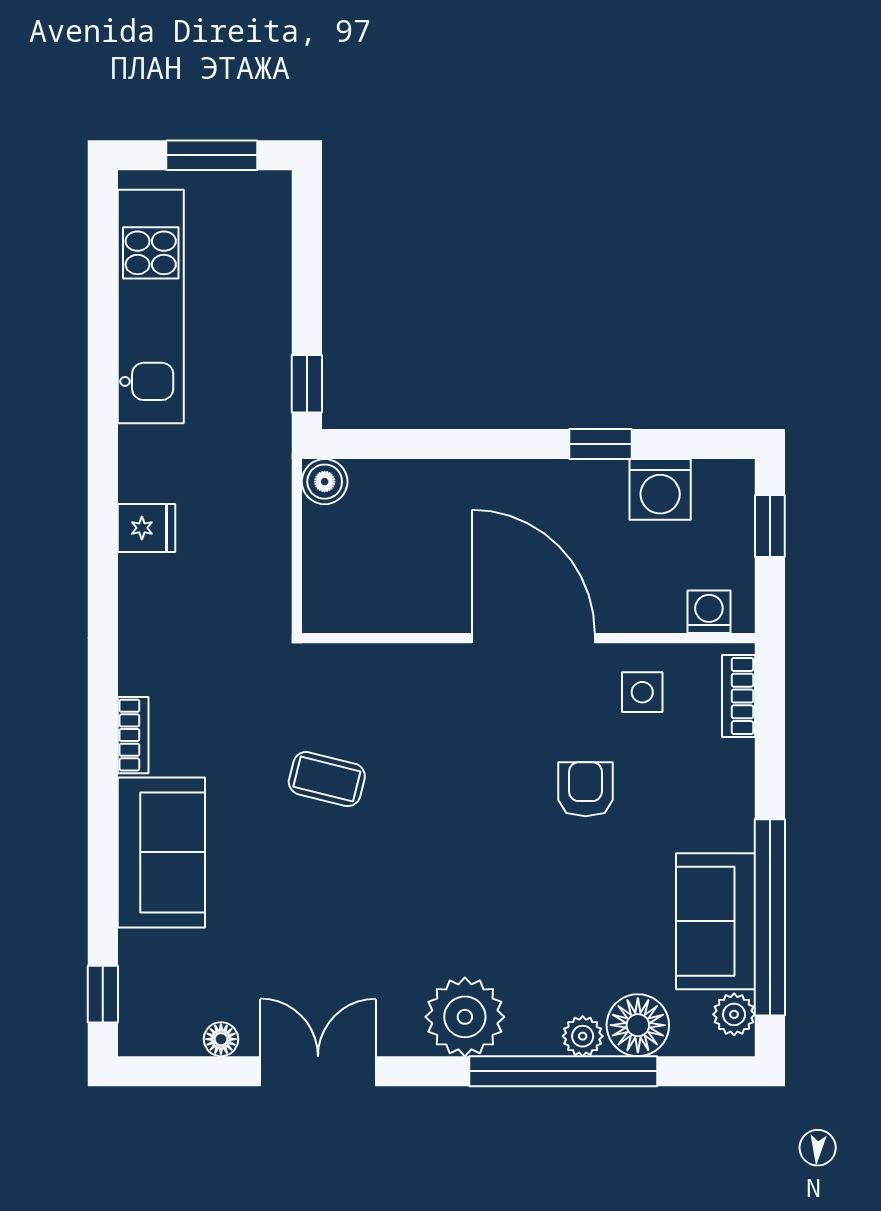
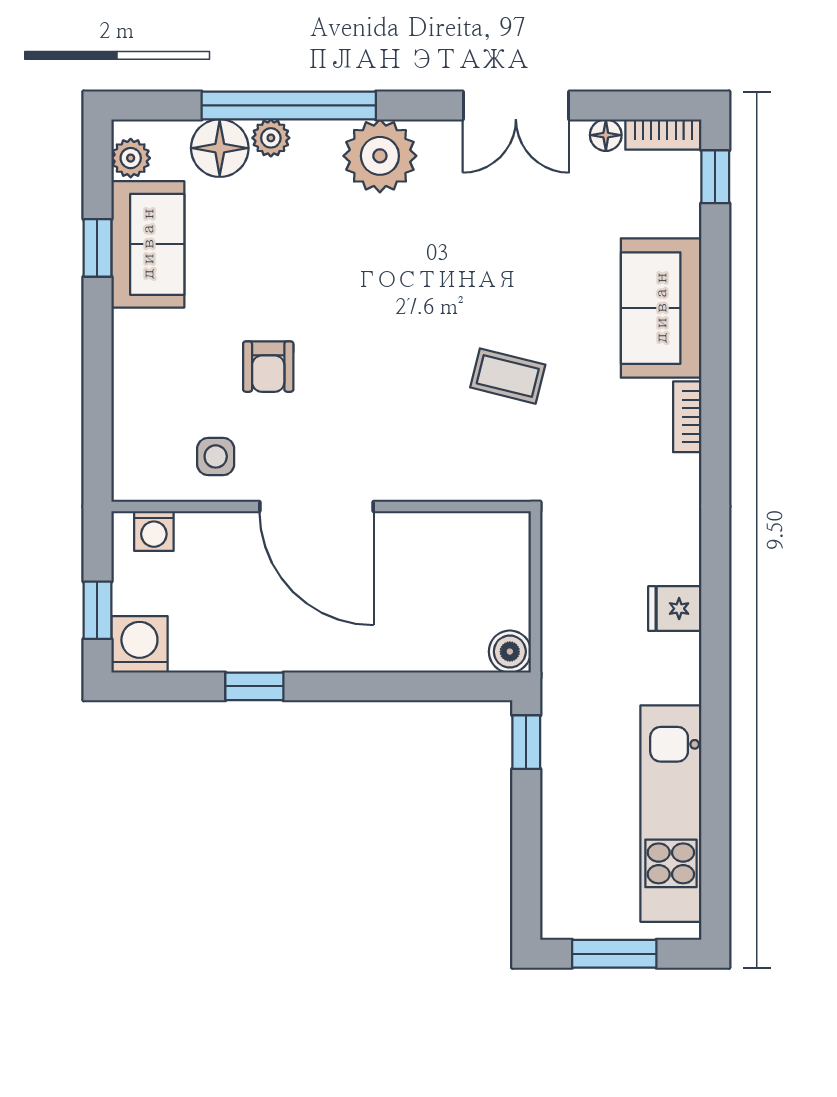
washing machine: (660, 489) -> (139, 644), moved
bookcase: (739, 696) -> (663, 135), moved, turned 90
window: (770, 917) -> (97, 248), width x0.32

